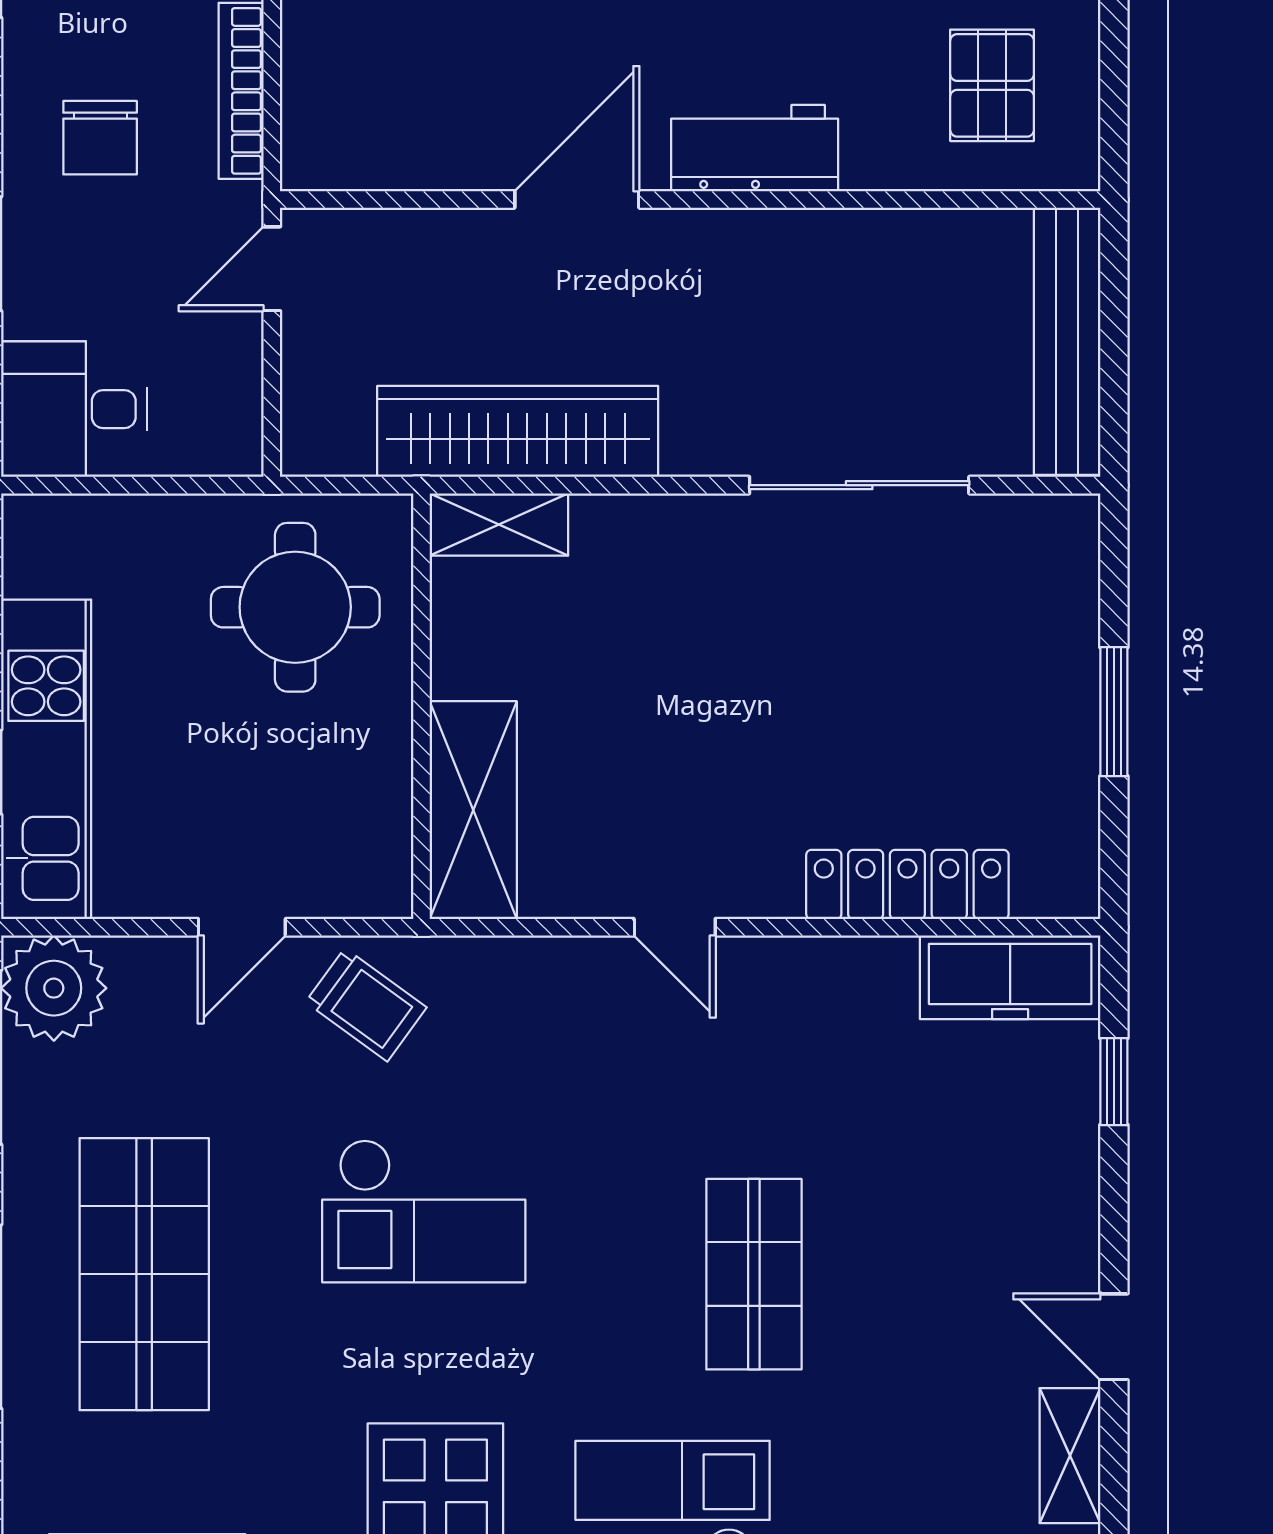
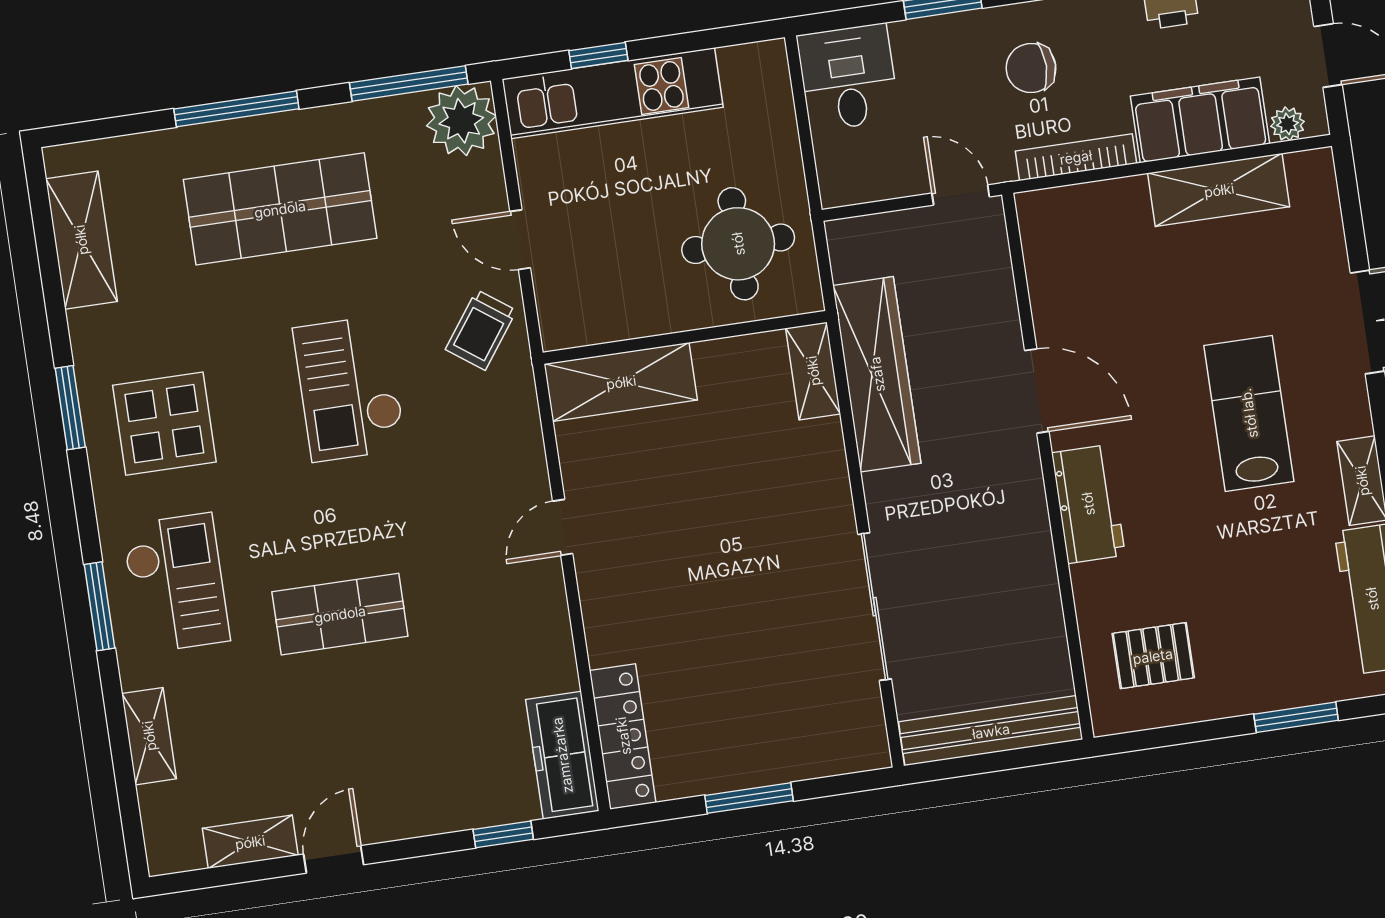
locker: (907, 884) -> (623, 736), moved

